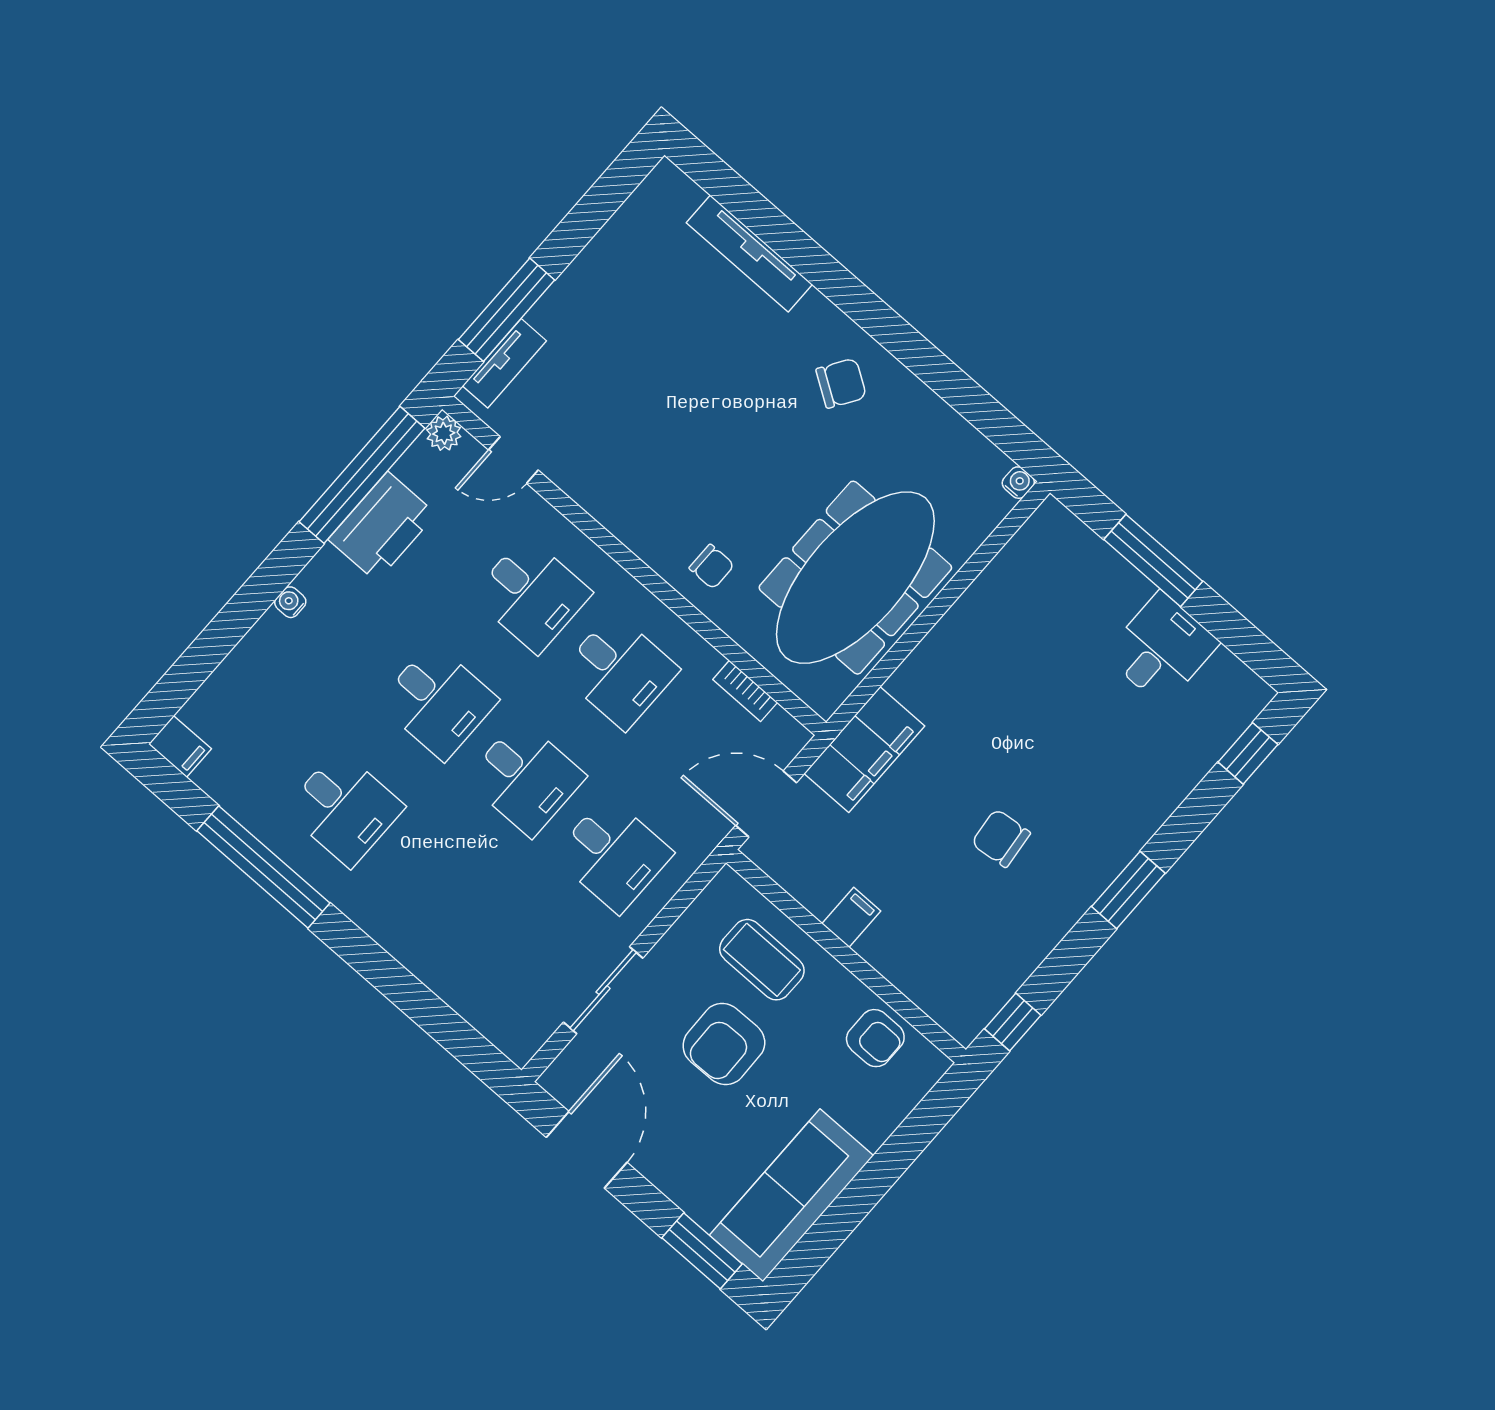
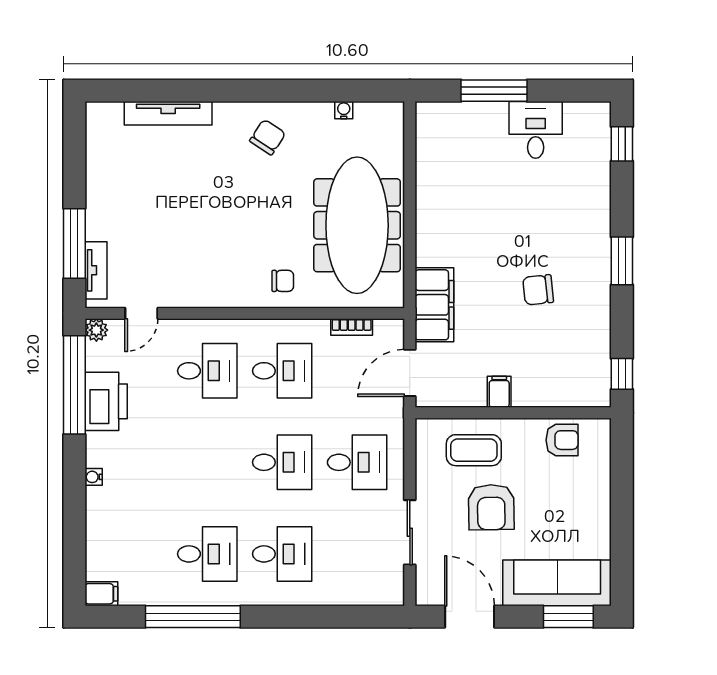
water cooler: (1018, 483) -> (344, 110), moved
desk: (438, 701) -> (282, 554), moved
sofa: (791, 1195) -> (557, 583), moved, turned 90

